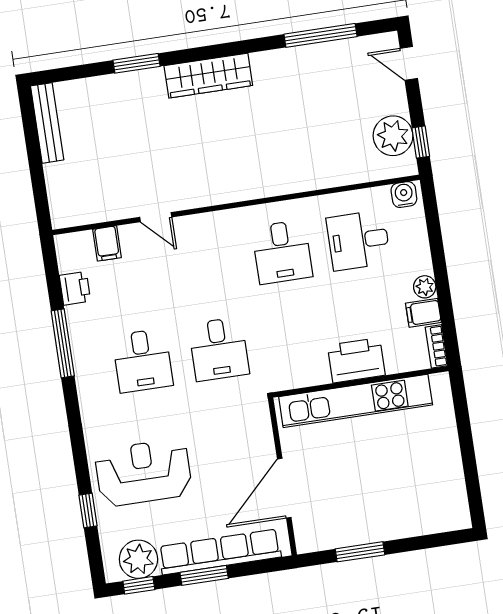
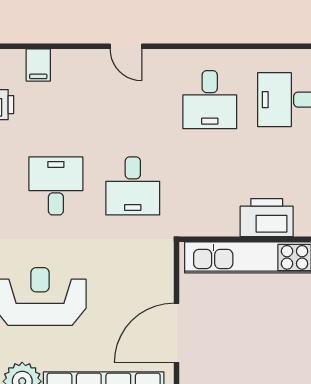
door: (156, 217) -> (126, 46), moved
desk: (143, 361) -> (56, 186), turned 180

